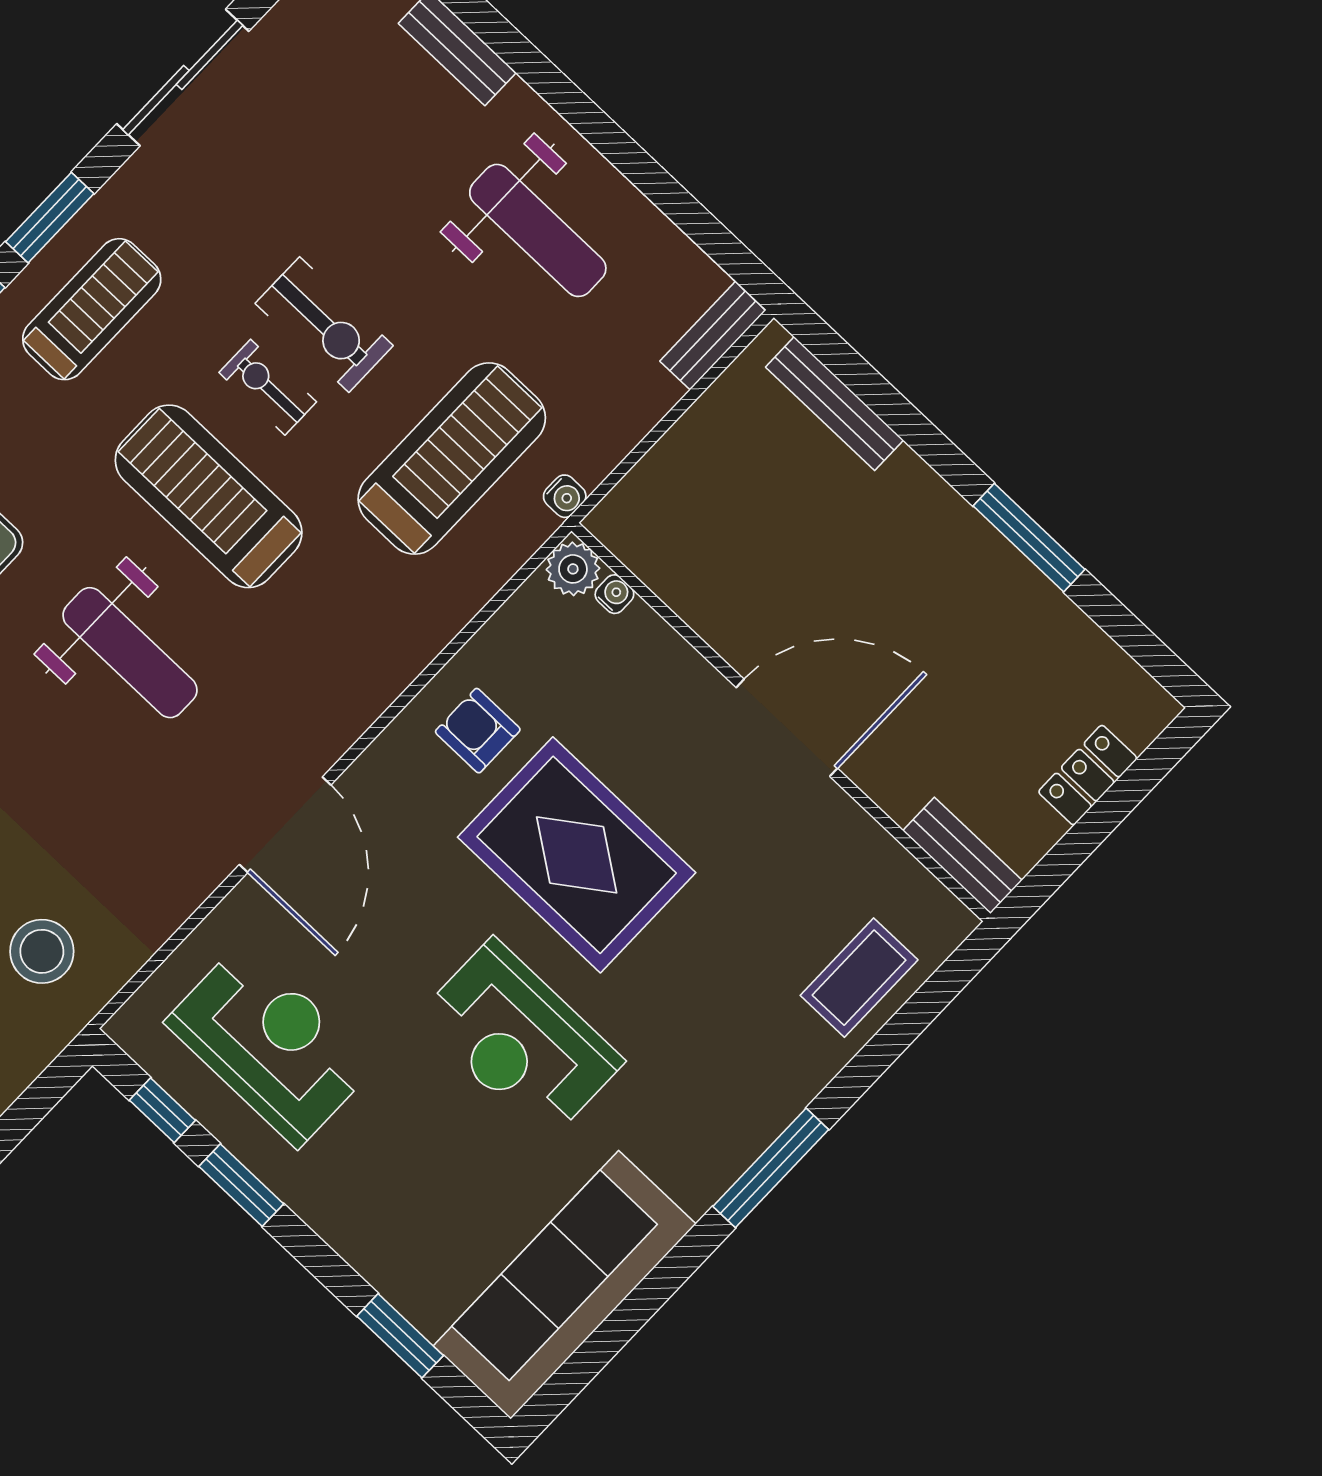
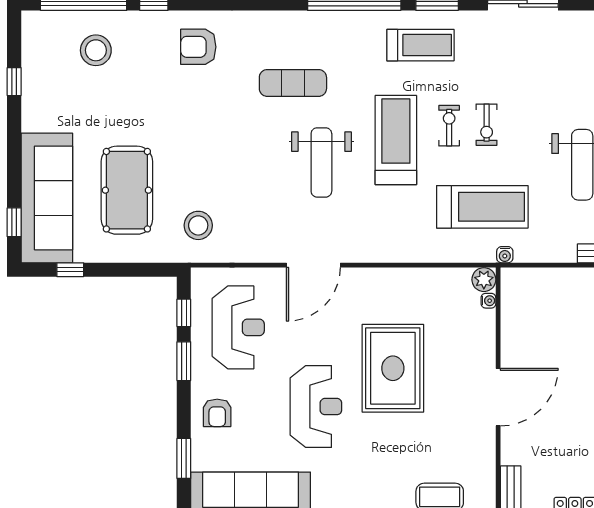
exercise bike: (324, 325) -> (487, 125), width x0.73, depth x0.72
door: (787, 728) -> (498, 397), hinge flipped
armchair: (478, 731) -> (217, 413), moved, turned 180
reception desk: (520, 1040) -> (316, 407), turned 180

